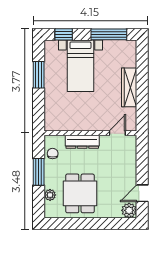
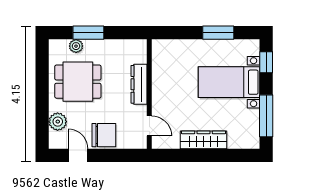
chair: (53, 154) -> (104, 135), moved, width x1.87, depth x1.87
window: (39, 172) -> (88, 33), moved
plant: (129, 210) -> (58, 122), moved

